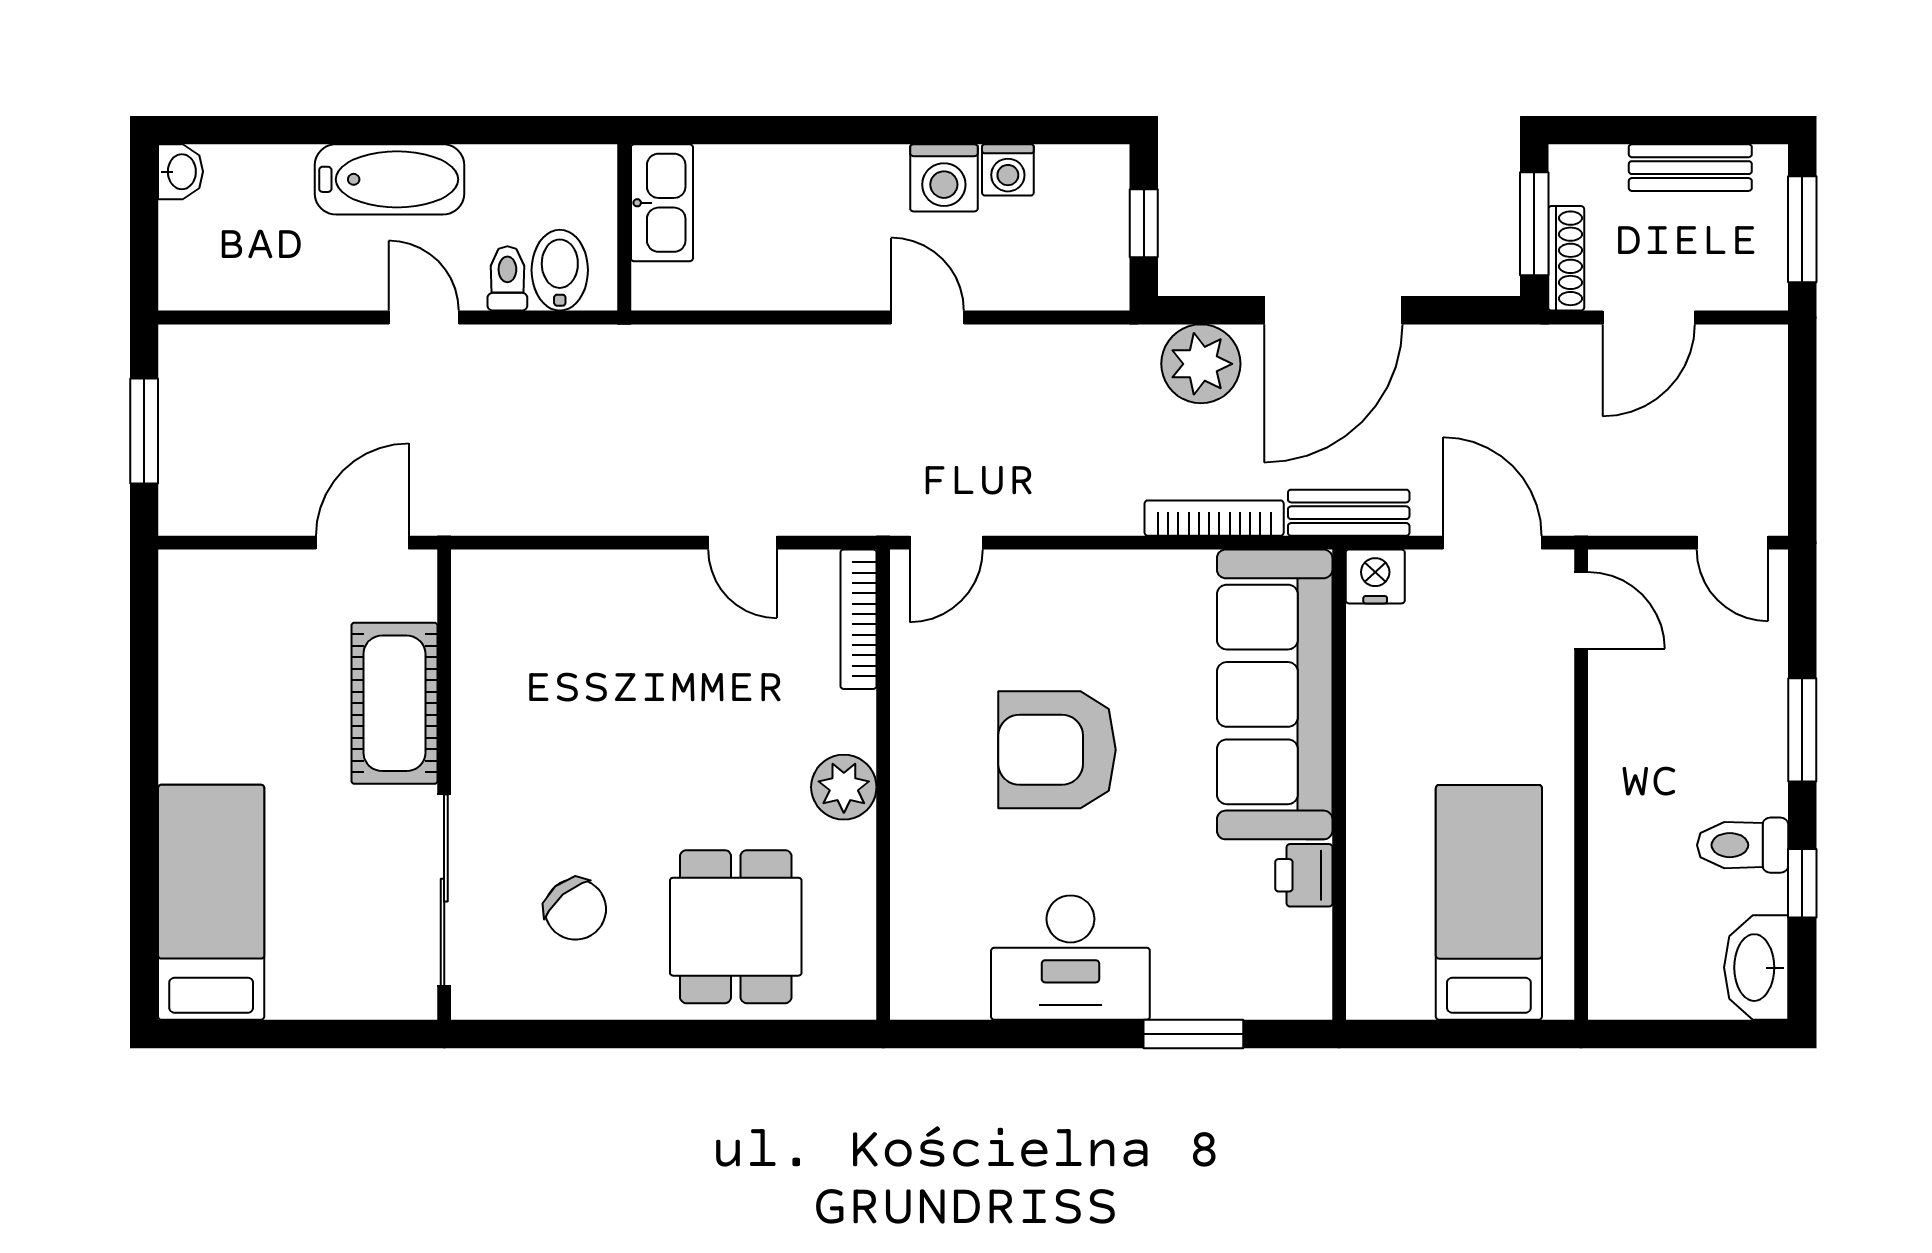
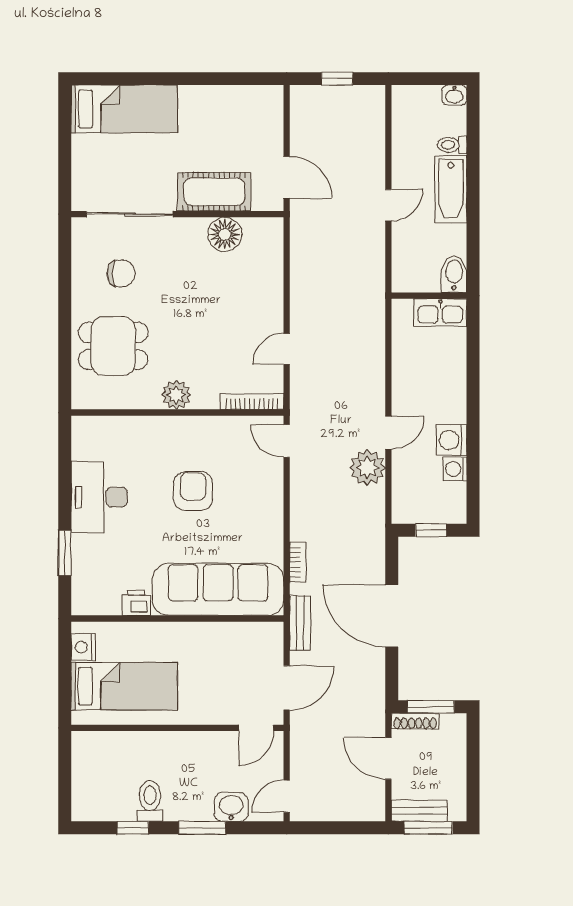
bench: (1690, 168) -> (419, 811), moved, turned 90
bidet: (560, 270) -> (454, 274), moved, turned -90
toilet: (507, 278) -> (452, 145), moved, turned 180
plant: (1201, 364) -> (367, 468), moved
window: (144, 431) -> (337, 79), width x0.67
bookcase: (1214, 518) -> (298, 562), width x0.64
nightstand: (1375, 576) -> (83, 647), moved, turned 180
floor lamp: (489, 680) -> (225, 234), added
armchair: (1057, 750) -> (193, 491), width x0.73, depth x0.73
chair: (575, 909) -> (121, 274), turned -140
washbasin: (1756, 968) -> (231, 807), moved, width x0.72

